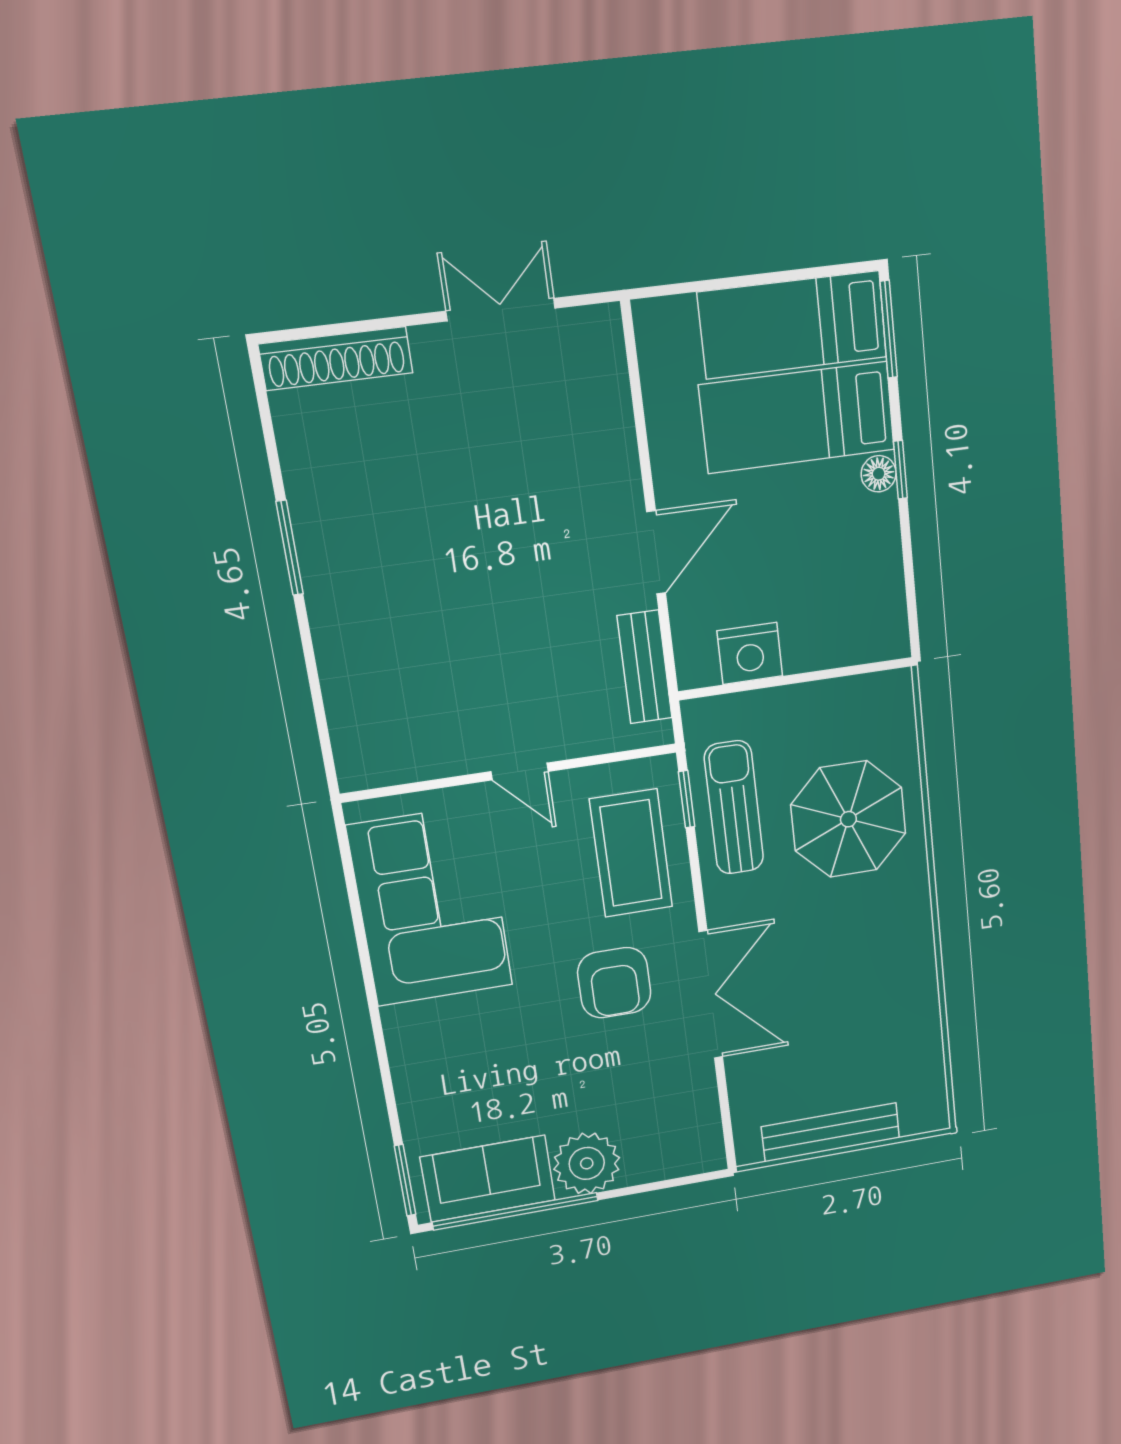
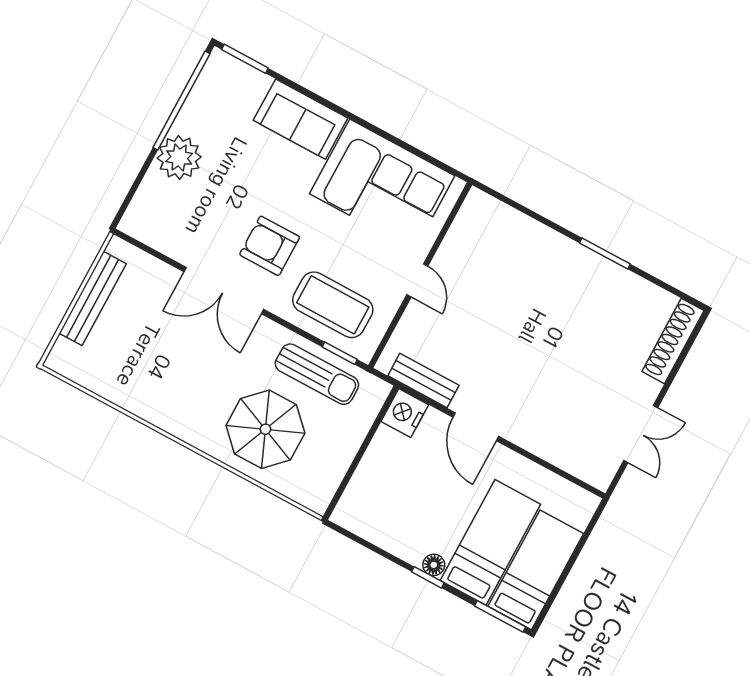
nightstand: (750, 653) -> (405, 413), moved
door: (520, 771) -> (417, 280), swing flipped
sofa: (488, 1179) -> (301, 119), moved, turned 90

